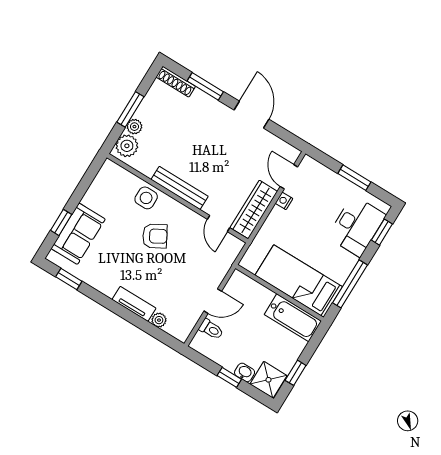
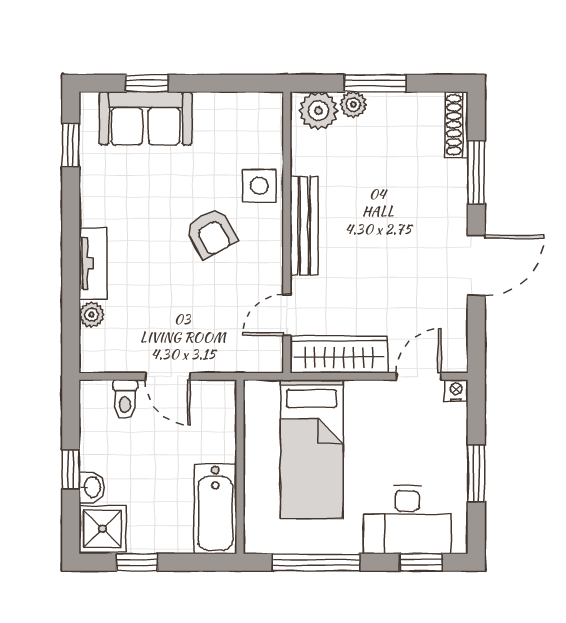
nightstand: (284, 201) -> (456, 391), moved
bed: (299, 281) -> (312, 449), moved, turned 180

